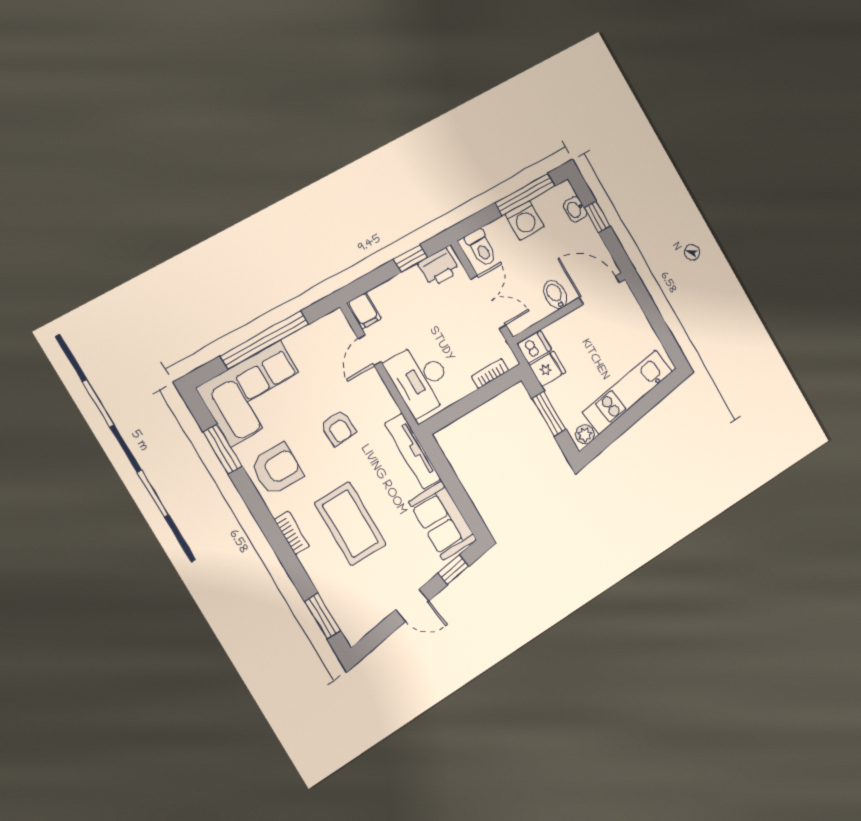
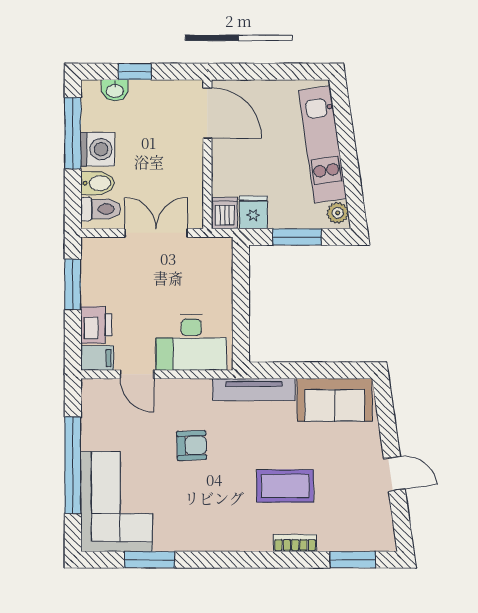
window: (411, 258) -> (73, 284), width x1.50
printer: (439, 267) -> (96, 325), moved
door: (600, 290) -> (207, 113), swing flipped
bidet: (555, 295) -> (98, 183), moved, turned 180
bookcase: (490, 373) -> (225, 272), removed
armchair: (277, 469) -> (196, 523), removed
coffee table: (350, 524) -> (285, 486), width x0.73, depth x0.76
bookcase: (292, 533) -> (295, 543), moved
window: (453, 570) -> (386, 417), removed
door: (412, 605) -> (394, 474), hinge flipped

